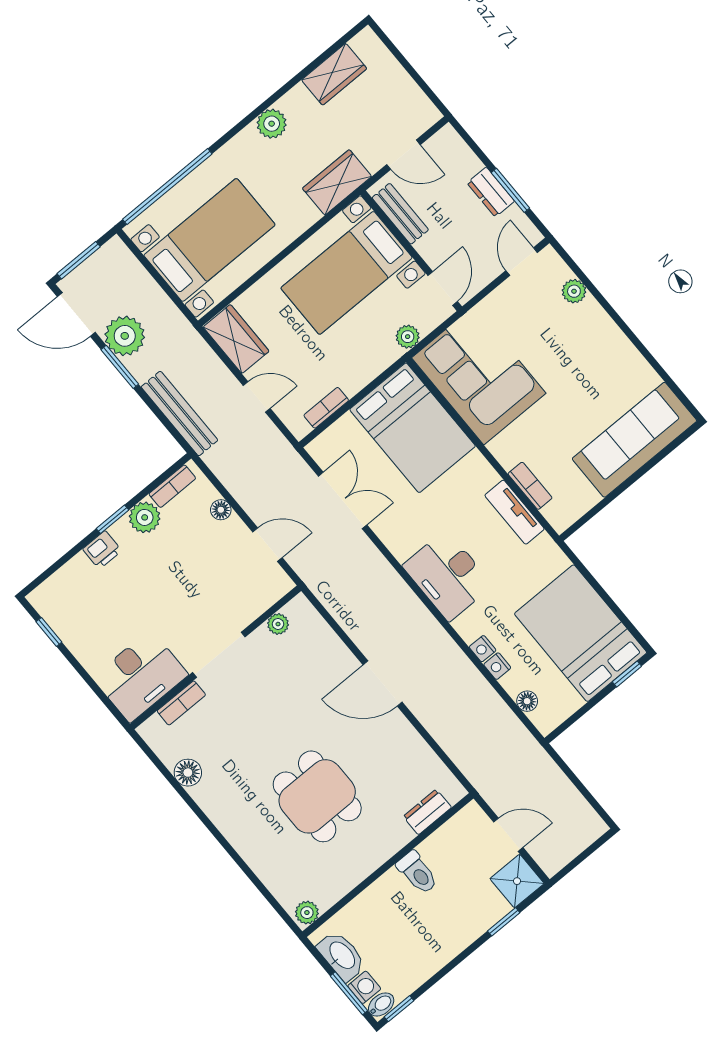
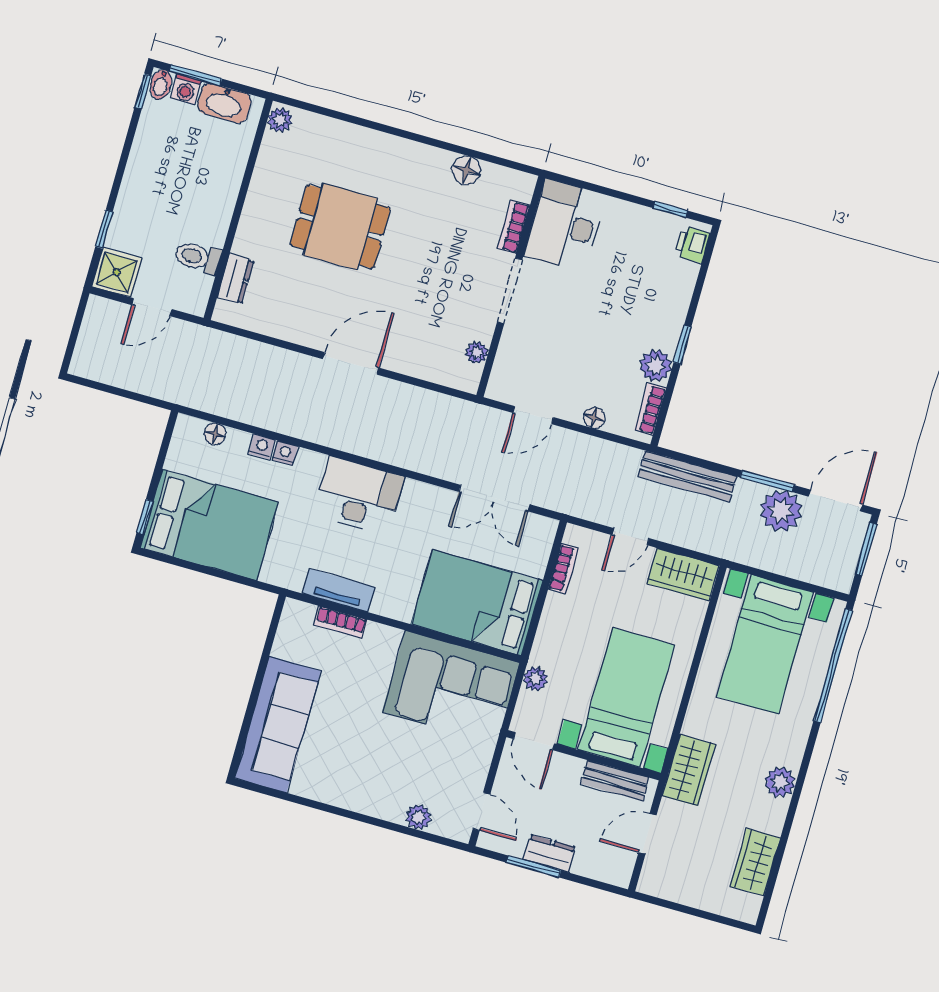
printer: (102, 550) -> (692, 244), moved
toilet: (417, 873) -> (198, 257), moved

